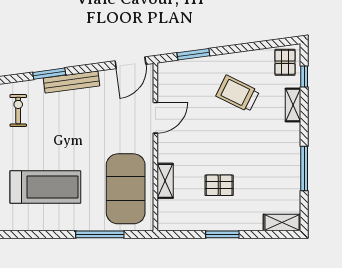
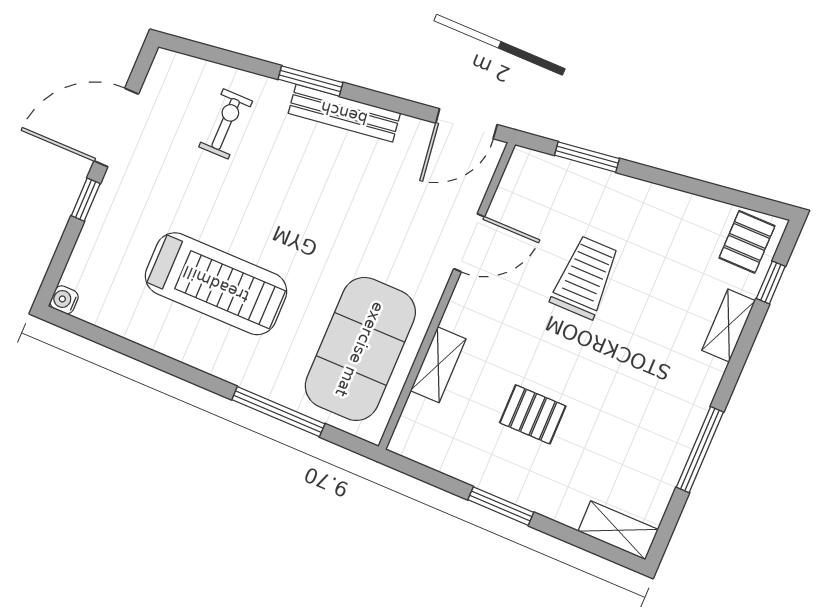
trolley: (238, 94) -> (585, 277), moved, turned 64

